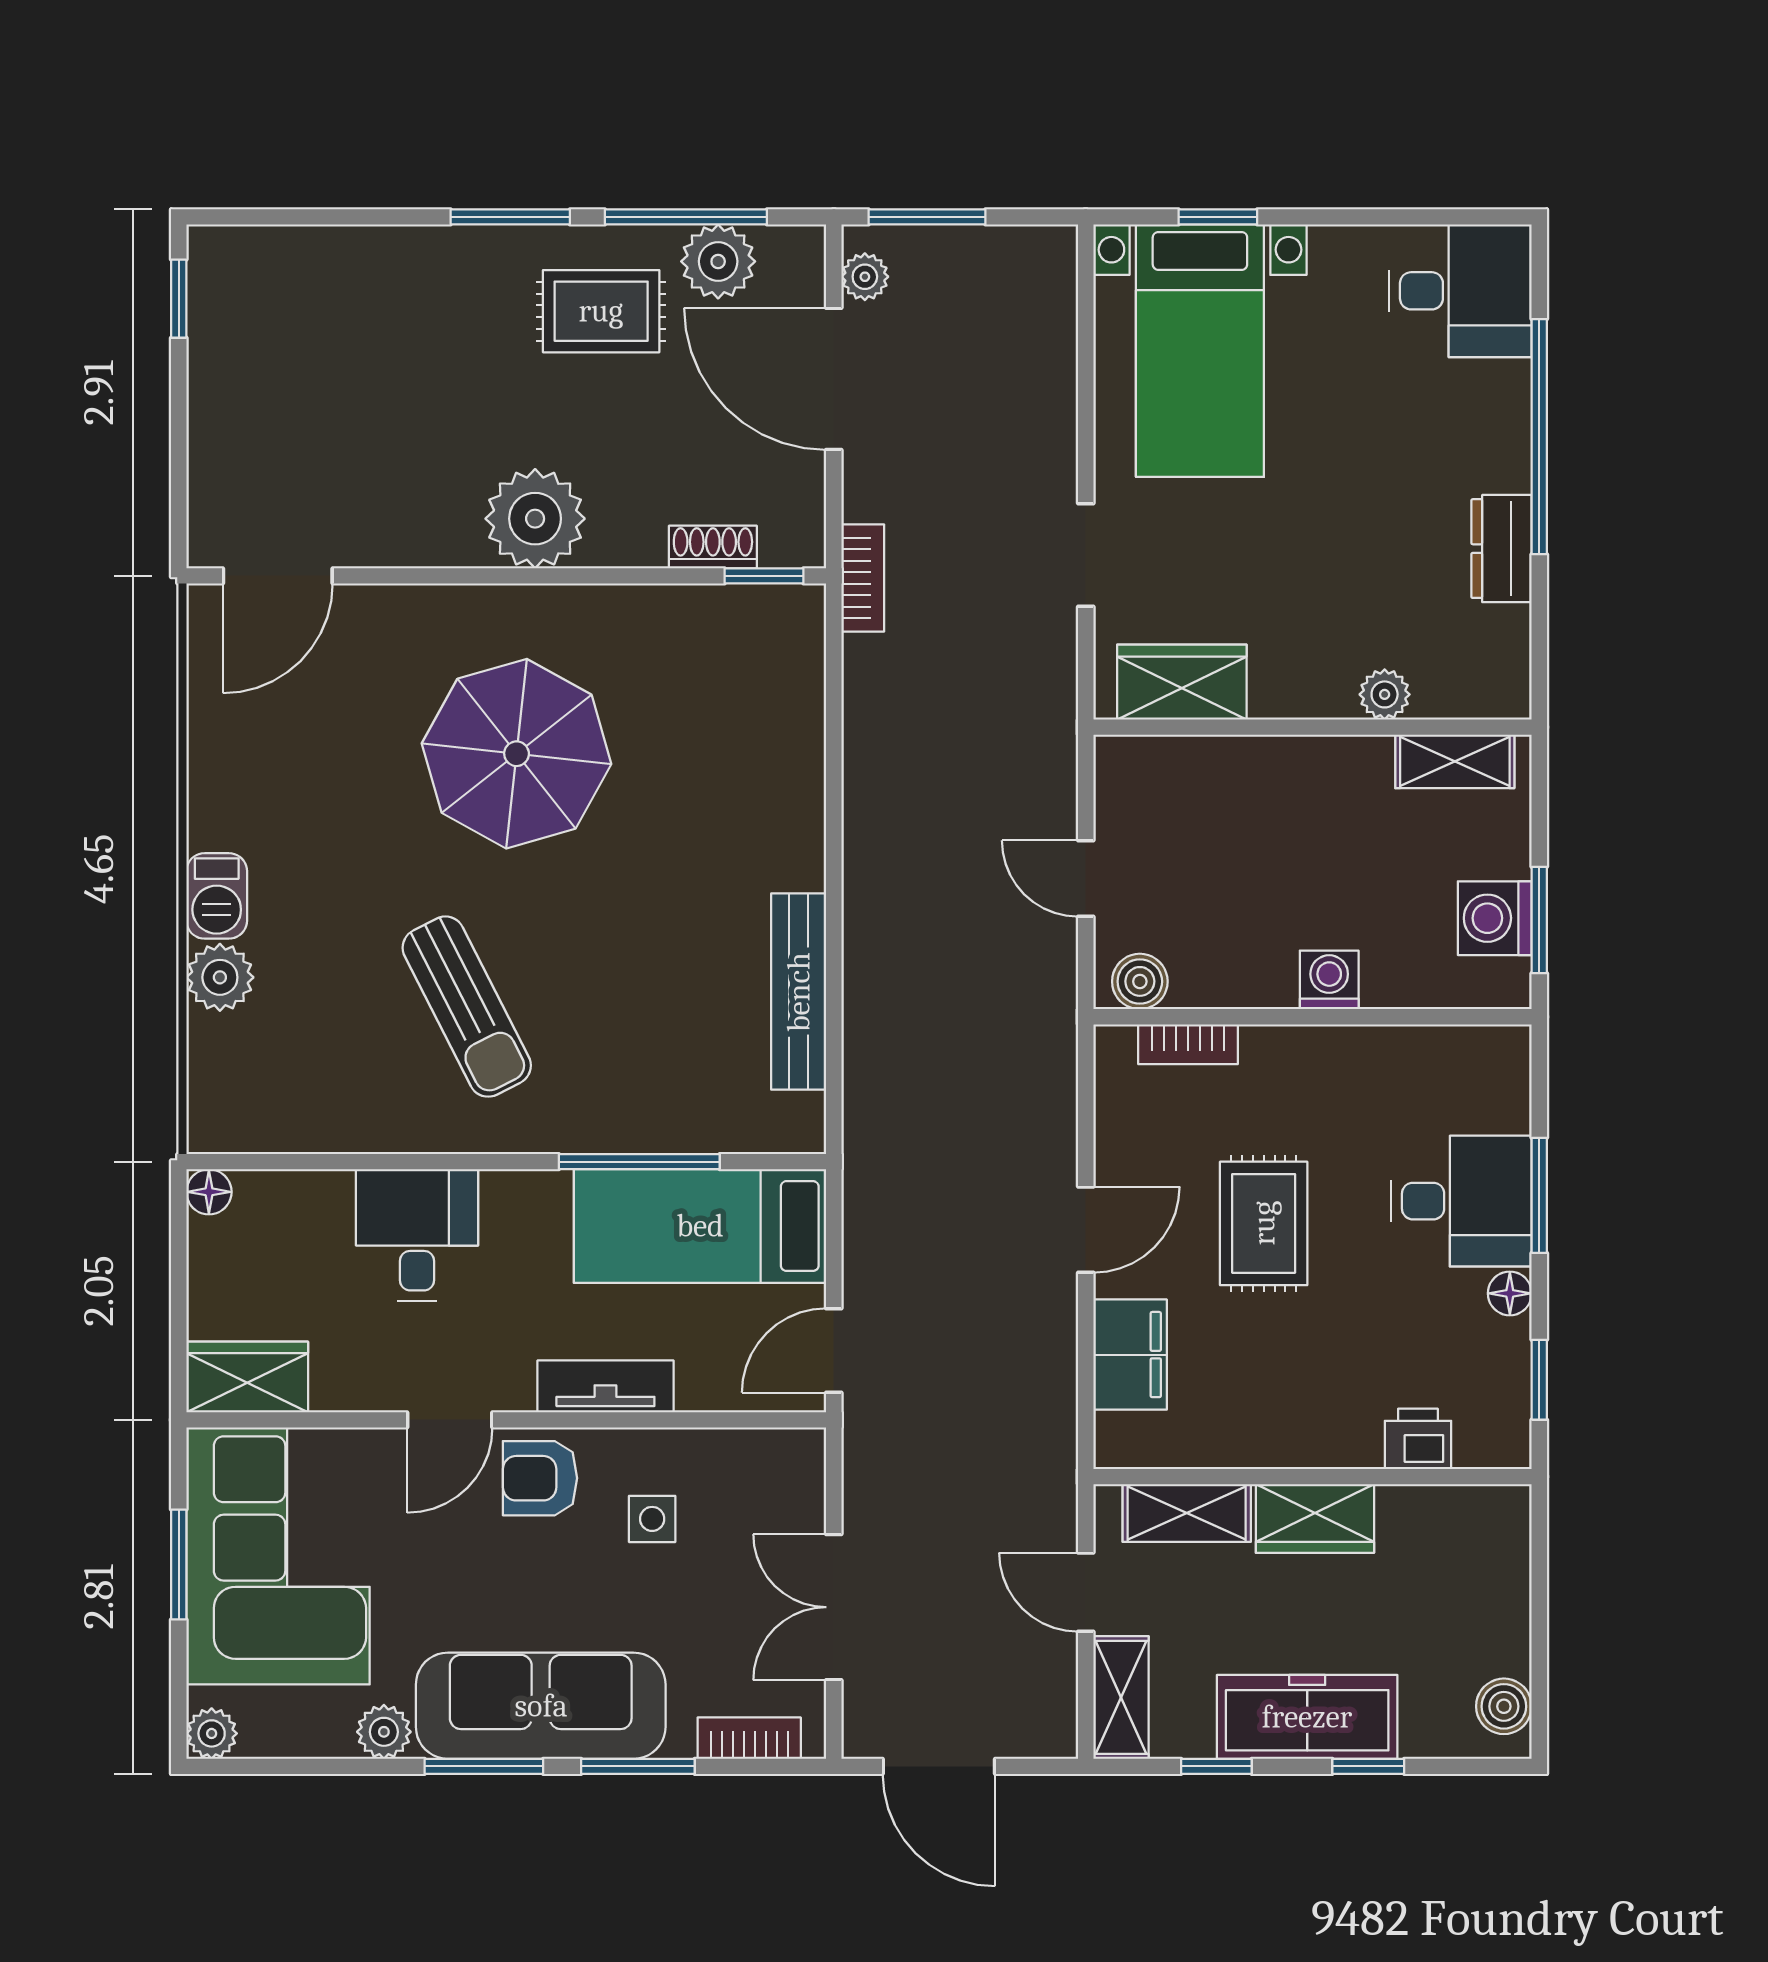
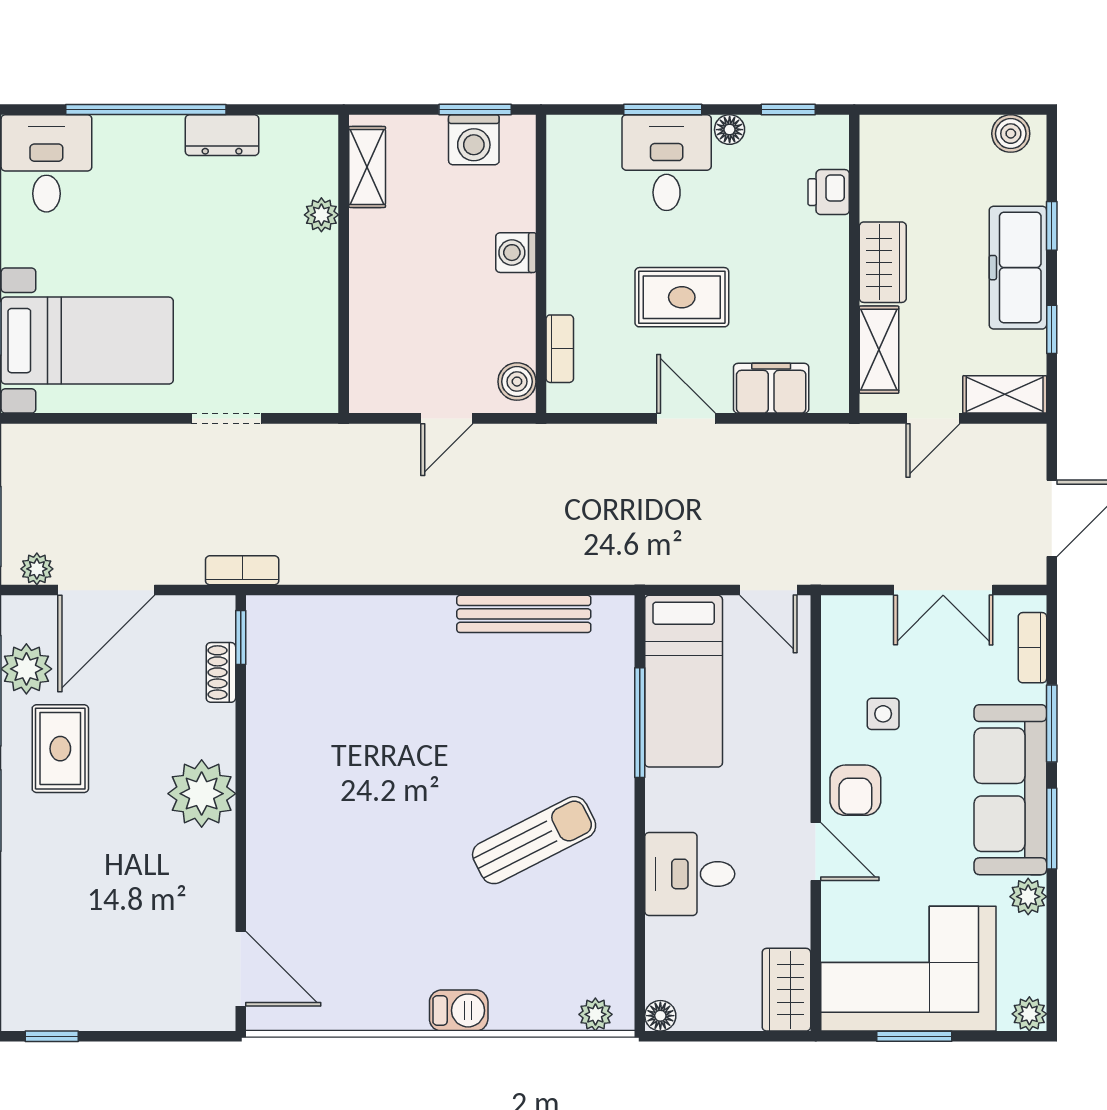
wardrobe: (1182, 682) -> (313, 353), removed
parasol: (517, 754) -> (362, 806), removed
plant: (220, 977) -> (595, 1014), moved, width x0.73, depth x0.73
tv unit: (605, 1386) -> (793, 746), removed

